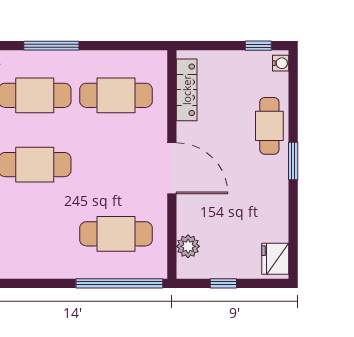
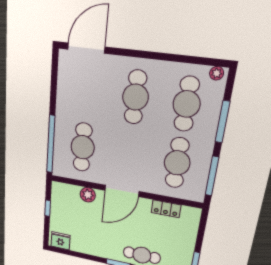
window: (126, 46) -> (212, 176), added
locker: (187, 90) -> (166, 209), width x0.66
plant: (188, 246) -> (88, 195), moved

